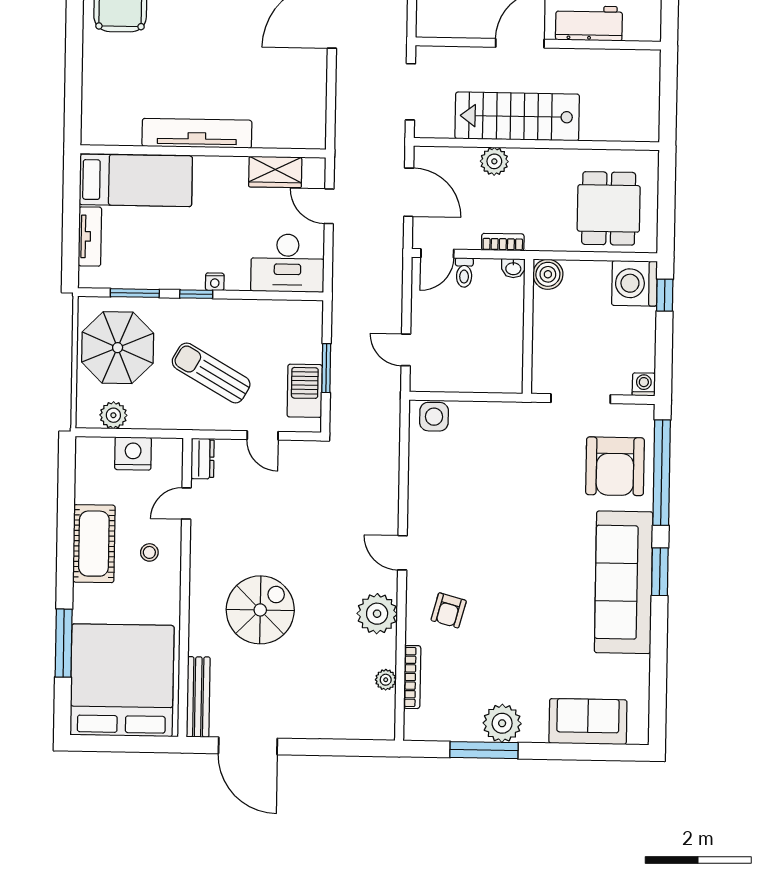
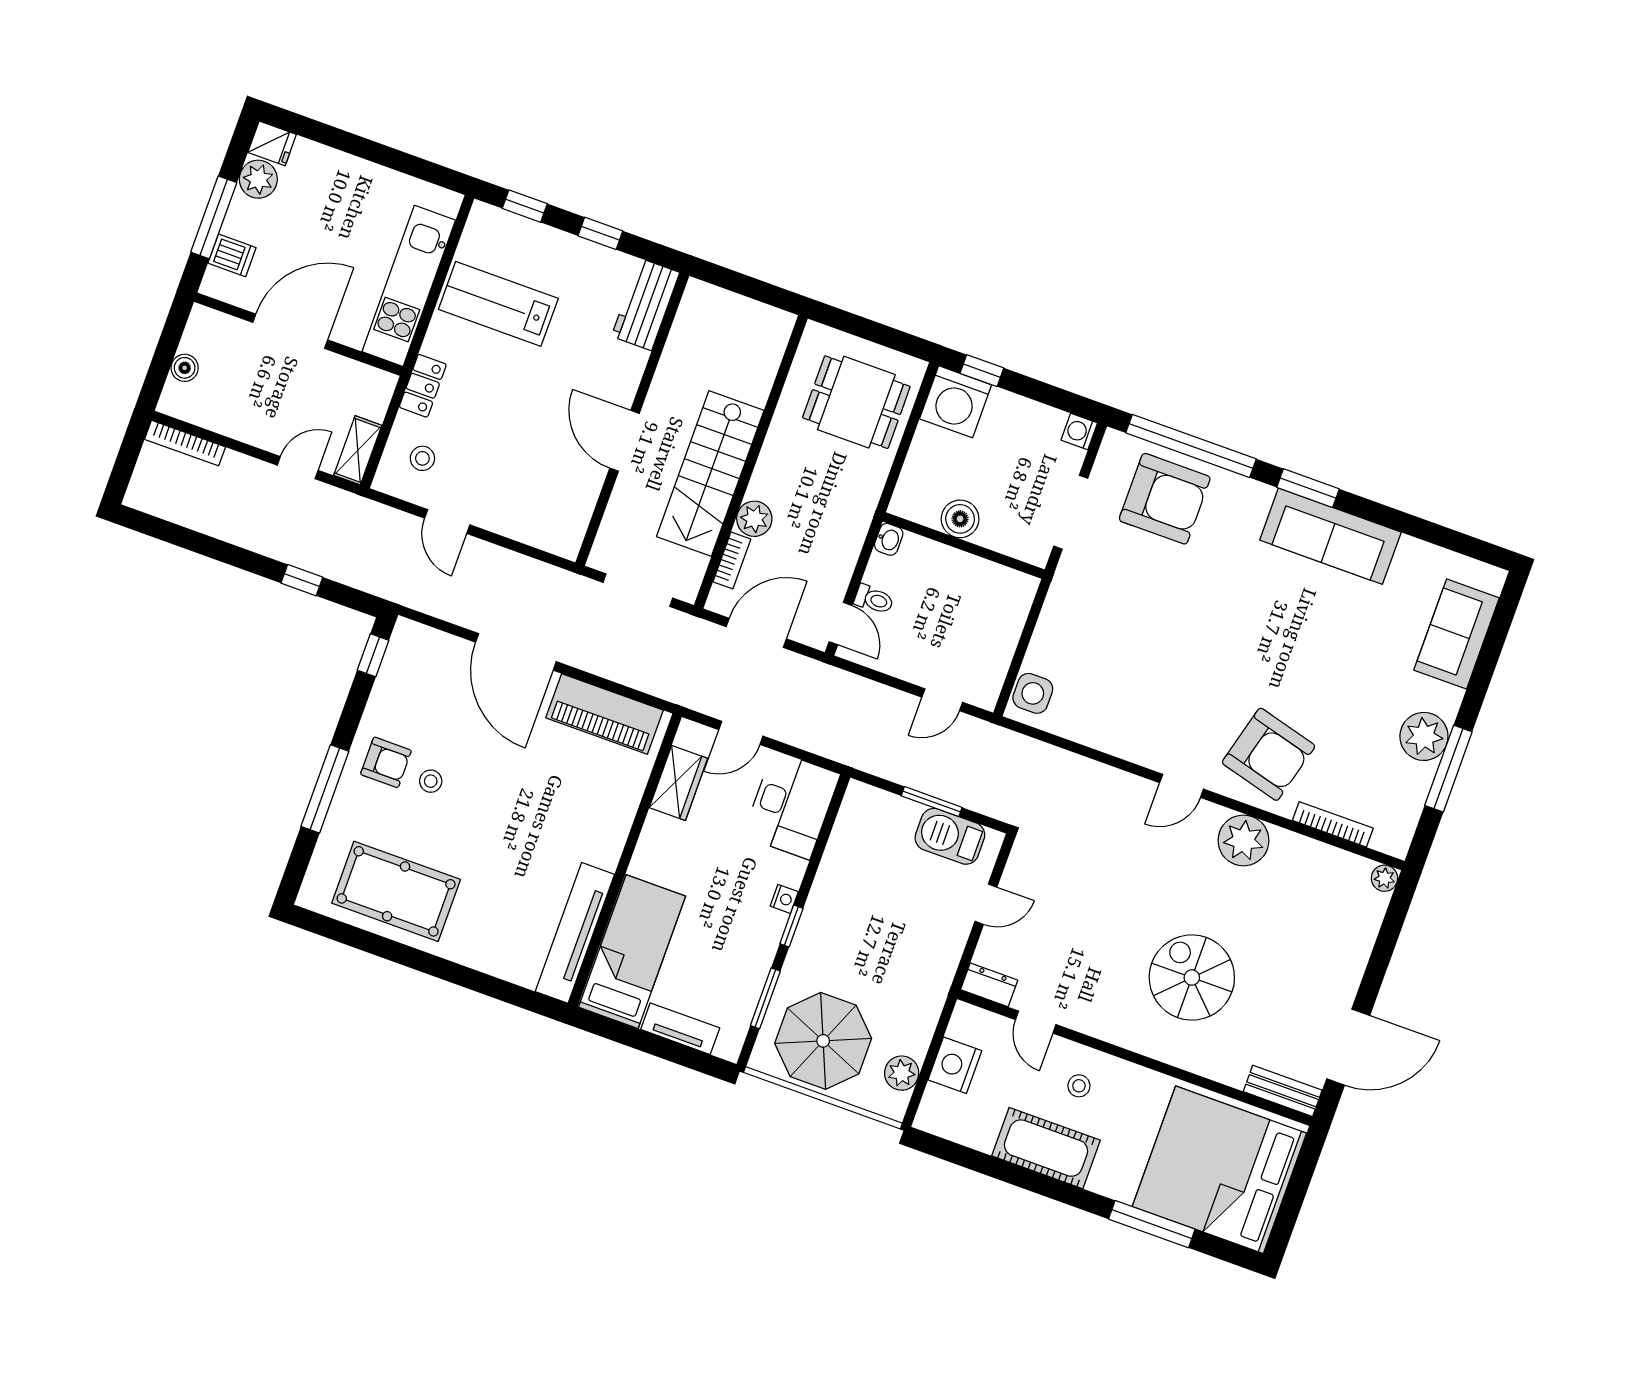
workbench: (589, 23) -> (646, 304), moved
piano: (308, 98) -> (604, 714), added
tv unit: (197, 133) -> (575, 933), moved
bookcase: (503, 242) -> (732, 560), moved, turned 180
boiler: (548, 274) -> (960, 519), moved
sun lounger: (211, 373) -> (891, 940), removed
sofa: (624, 582) -> (1330, 536), width x0.74, depth x0.79
armchair: (449, 610) -> (1269, 754), width x1.88, depth x1.88
plant: (386, 680) -> (1384, 878), moved
bench: (198, 697) -> (1283, 1091), width x0.73

